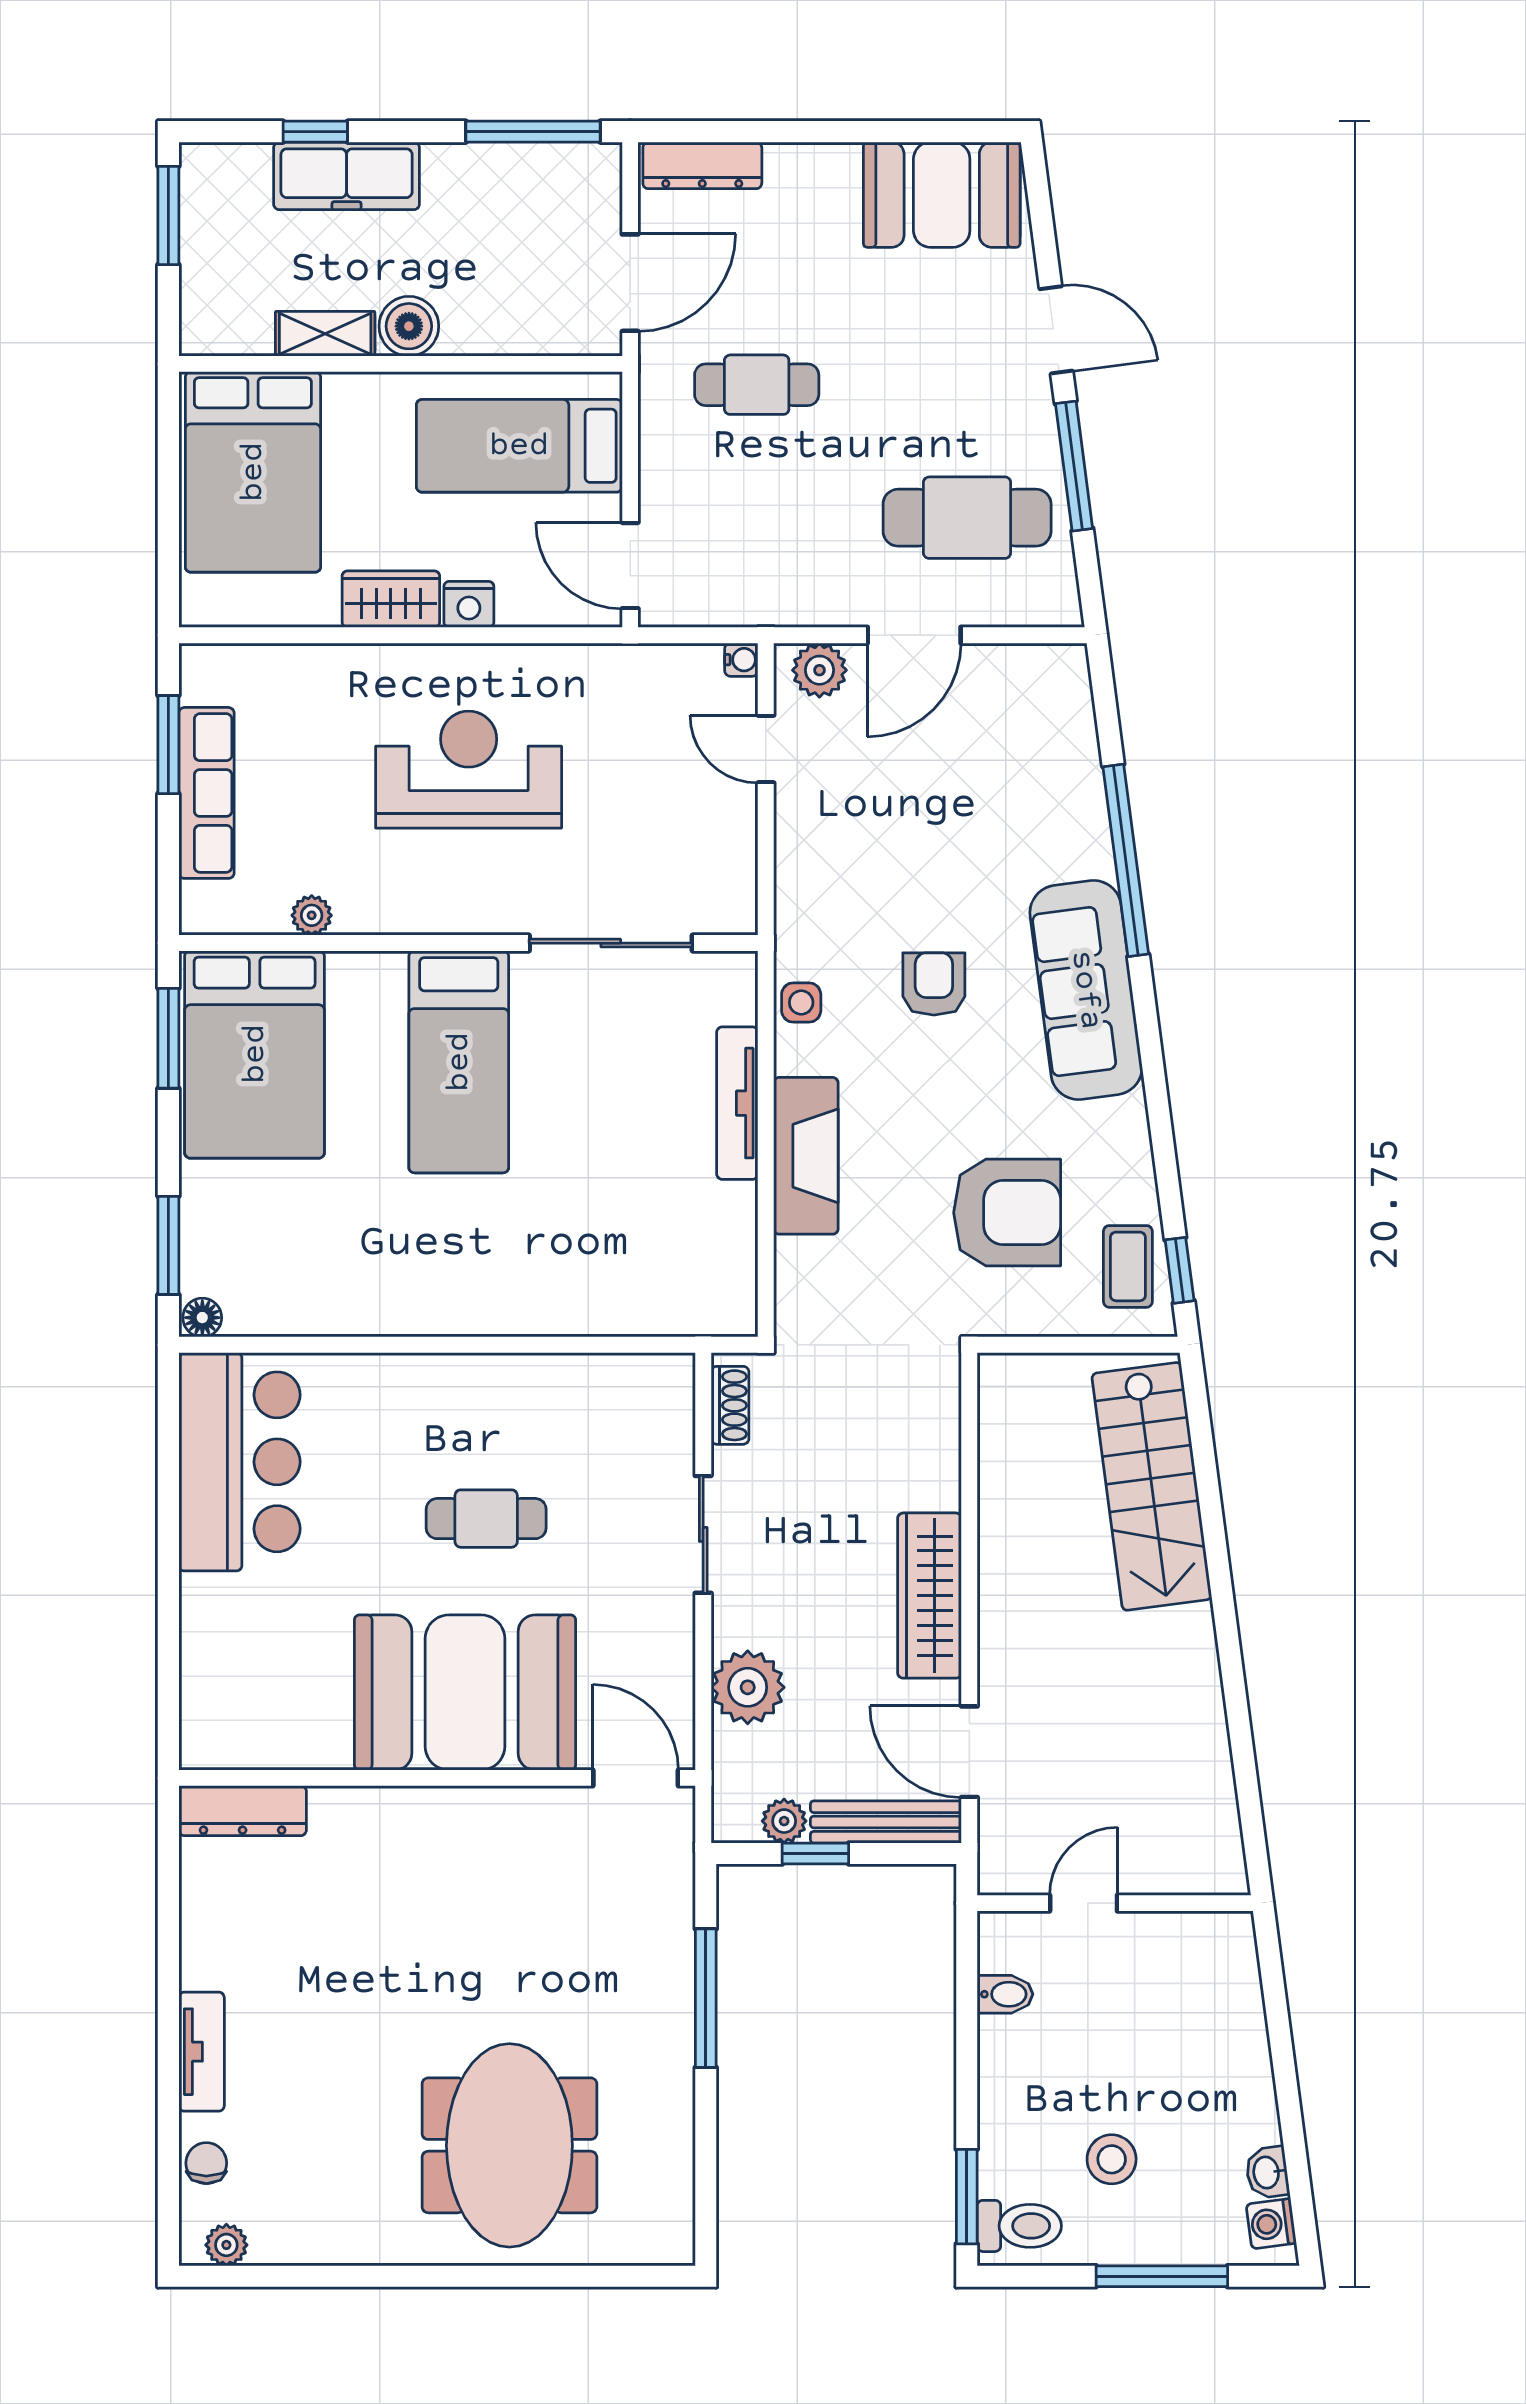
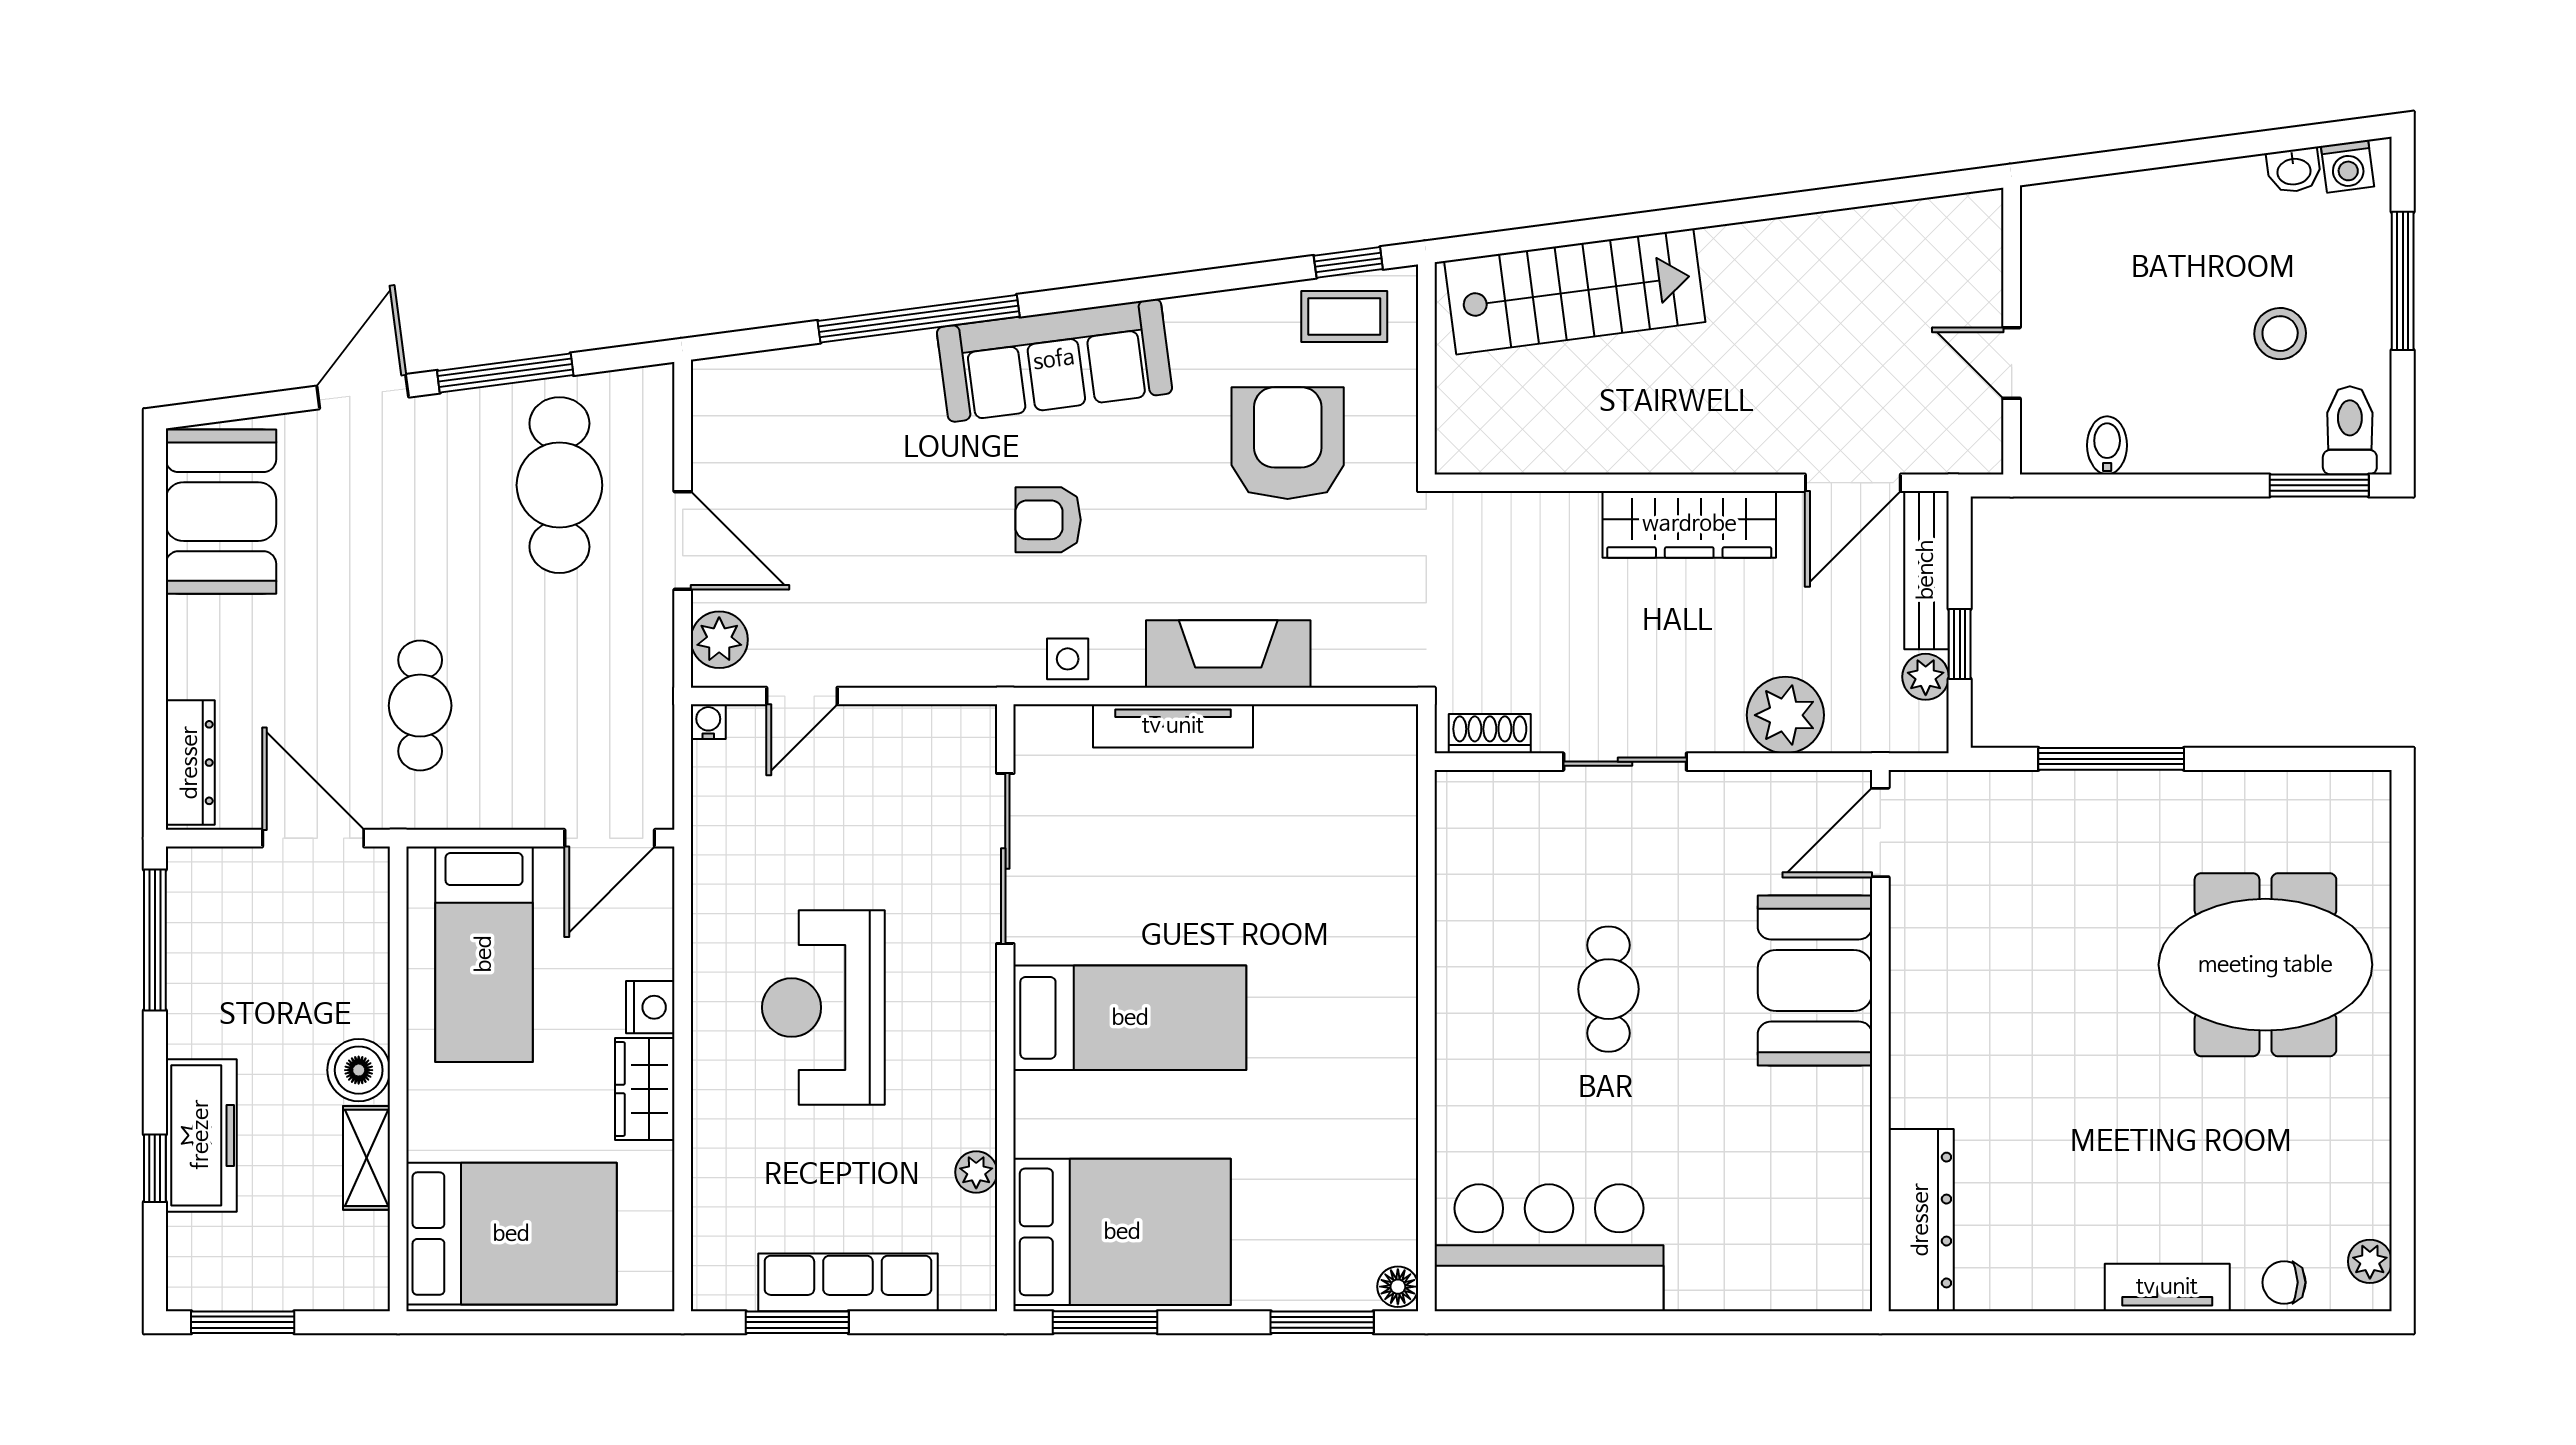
booth: (465, 1692) -> (1815, 981), width x0.73, depth x0.70
dresser: (243, 1811) -> (1921, 1220), width x1.37, depth x1.24

